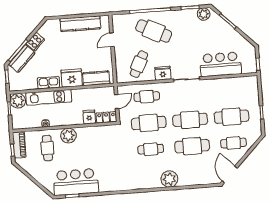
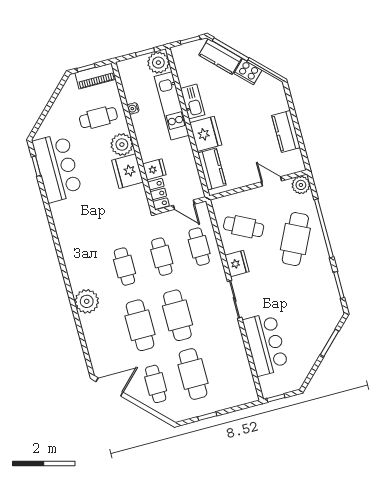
plant: (204, 14) -> (301, 185), moved
kitchen counter: (80, 24) -> (286, 132), width x0.67
cafe table: (149, 123) -> (162, 257), width x0.73, depth x0.74
fridge: (87, 135) -> (128, 171), added

